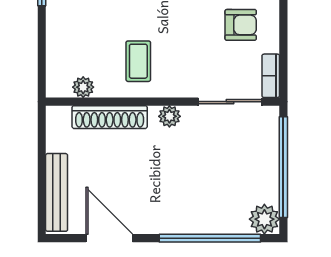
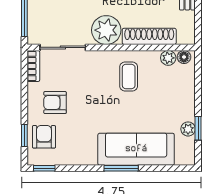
floor lamp: (61, 88) -> (184, 57), added
plant: (169, 116) -> (106, 30), width x1.87, depth x1.87

